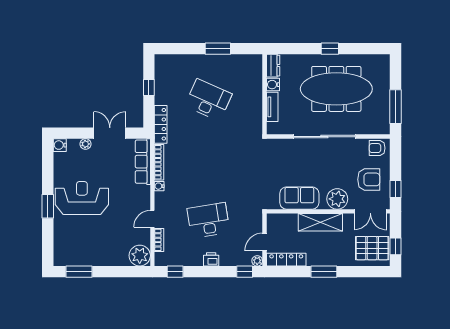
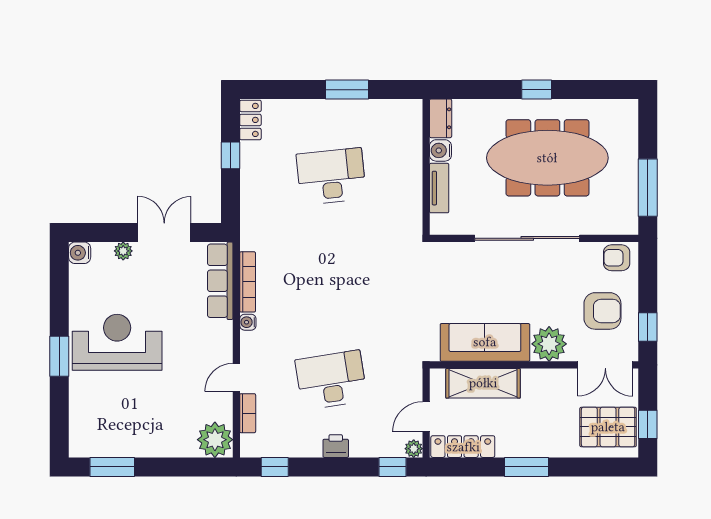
desk: (208, 100) -> (331, 176), turned -30
locker: (161, 124) -> (250, 120), moved, width x0.66
sofa: (299, 198) -> (485, 342), width x1.36
shelving: (320, 222) -> (483, 383), moved

